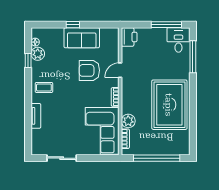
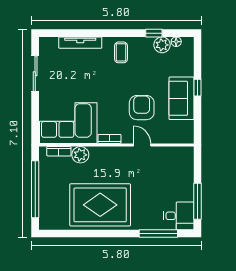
printer: (129, 37) -> (182, 156), removed
tv unit: (36, 116) -> (80, 43), width x1.41

